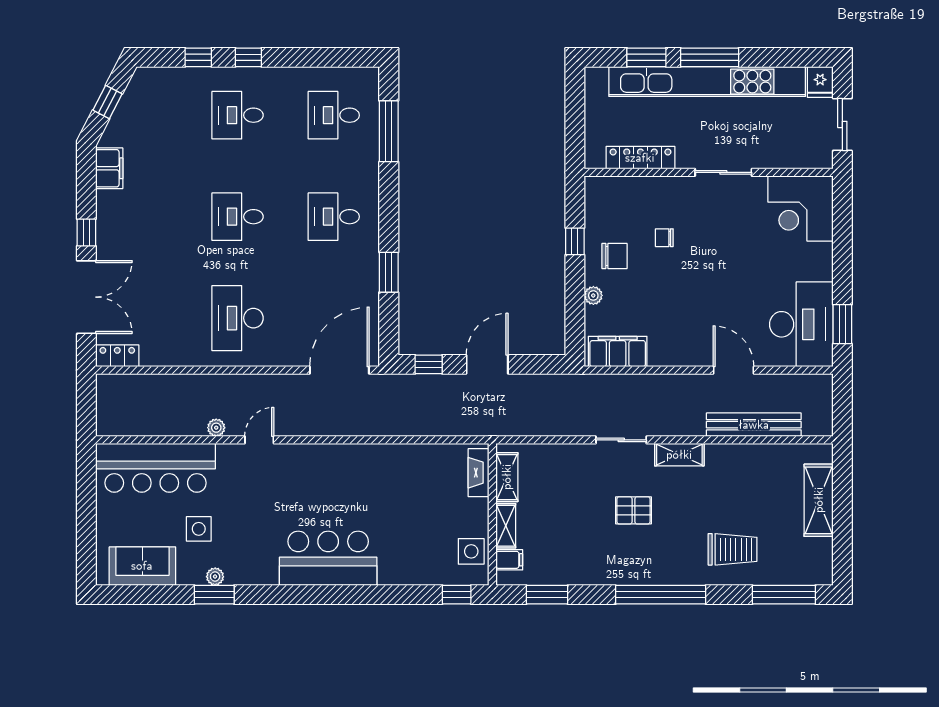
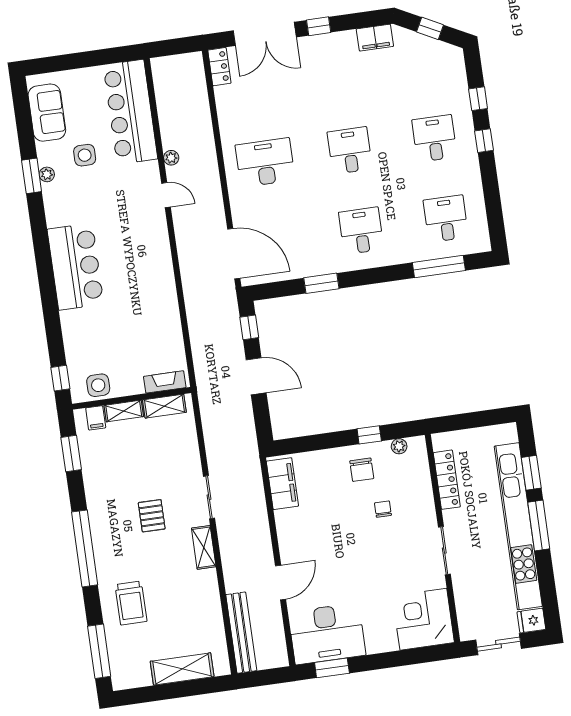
plant: (593, 295) -> (399, 446), moved
bench: (754, 425) -> (241, 633), moved

